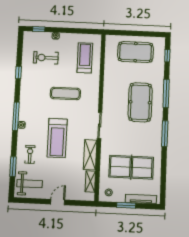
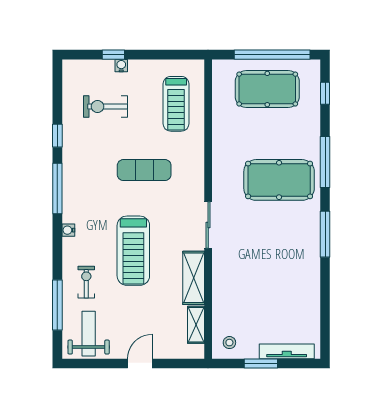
window: (39, 29) -> (113, 55), moved
window: (139, 34) -> (272, 55), added
treadmill: (85, 58) -> (176, 104), turned 180
pool table: (140, 102) -> (279, 180), turned 90
window: (16, 116) -> (57, 188), moved
window: (13, 167) -> (57, 305), width x1.44
table tennis table: (131, 167) -> (267, 296), removed
weight bench: (30, 184) -> (89, 334), turned -90

